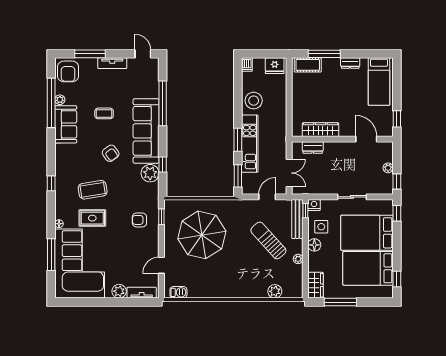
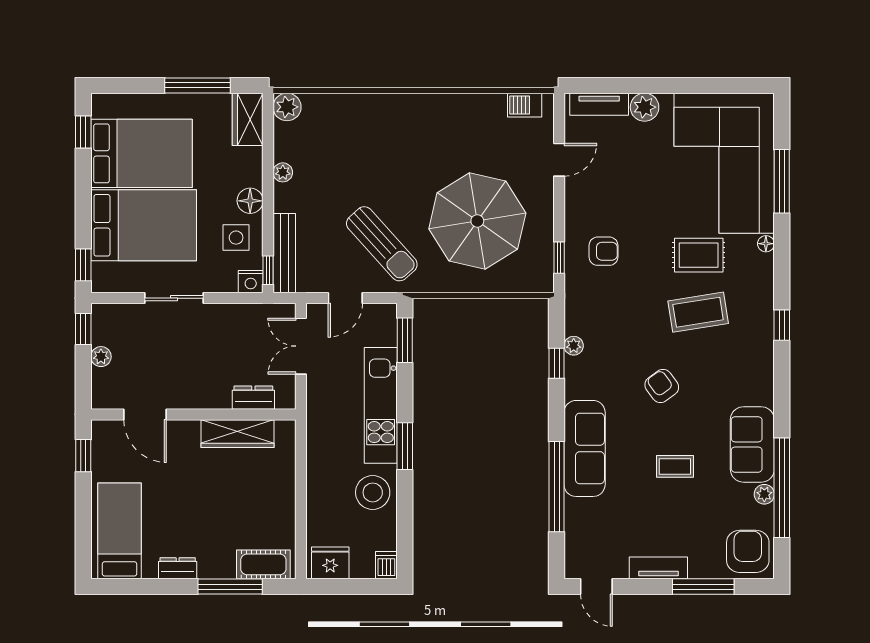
sofa: (146, 131) -> (585, 448), width x0.74, depth x0.79
window: (238, 140) -> (405, 446), moved
plant: (150, 173) -> (574, 346), width x0.53, depth x0.53
sun lounger: (268, 240) -> (382, 244), moved
plant: (275, 291) -> (287, 107), moved

